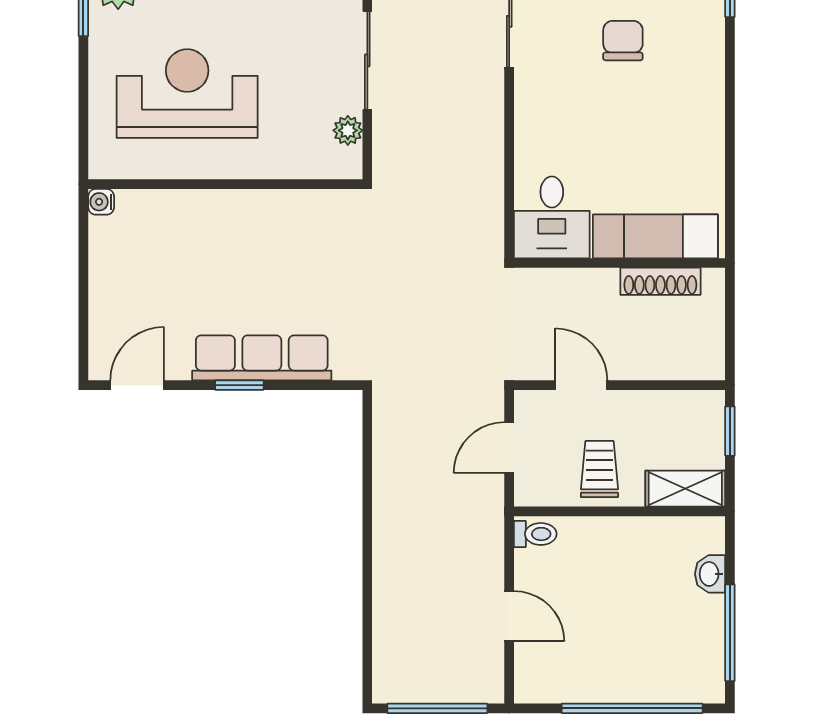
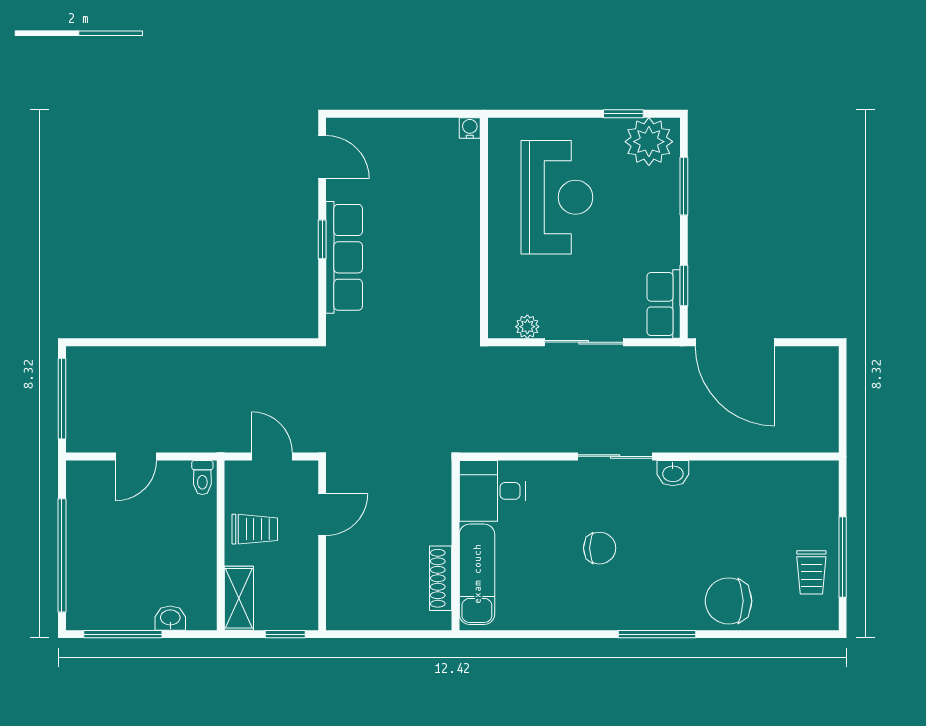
desk: (552, 217) -> (492, 491), moved
exam couch: (655, 236) -> (477, 574), moved
wall: (620, 263) -> (455, 545), moved
shoe rack: (660, 281) -> (441, 578), moved

